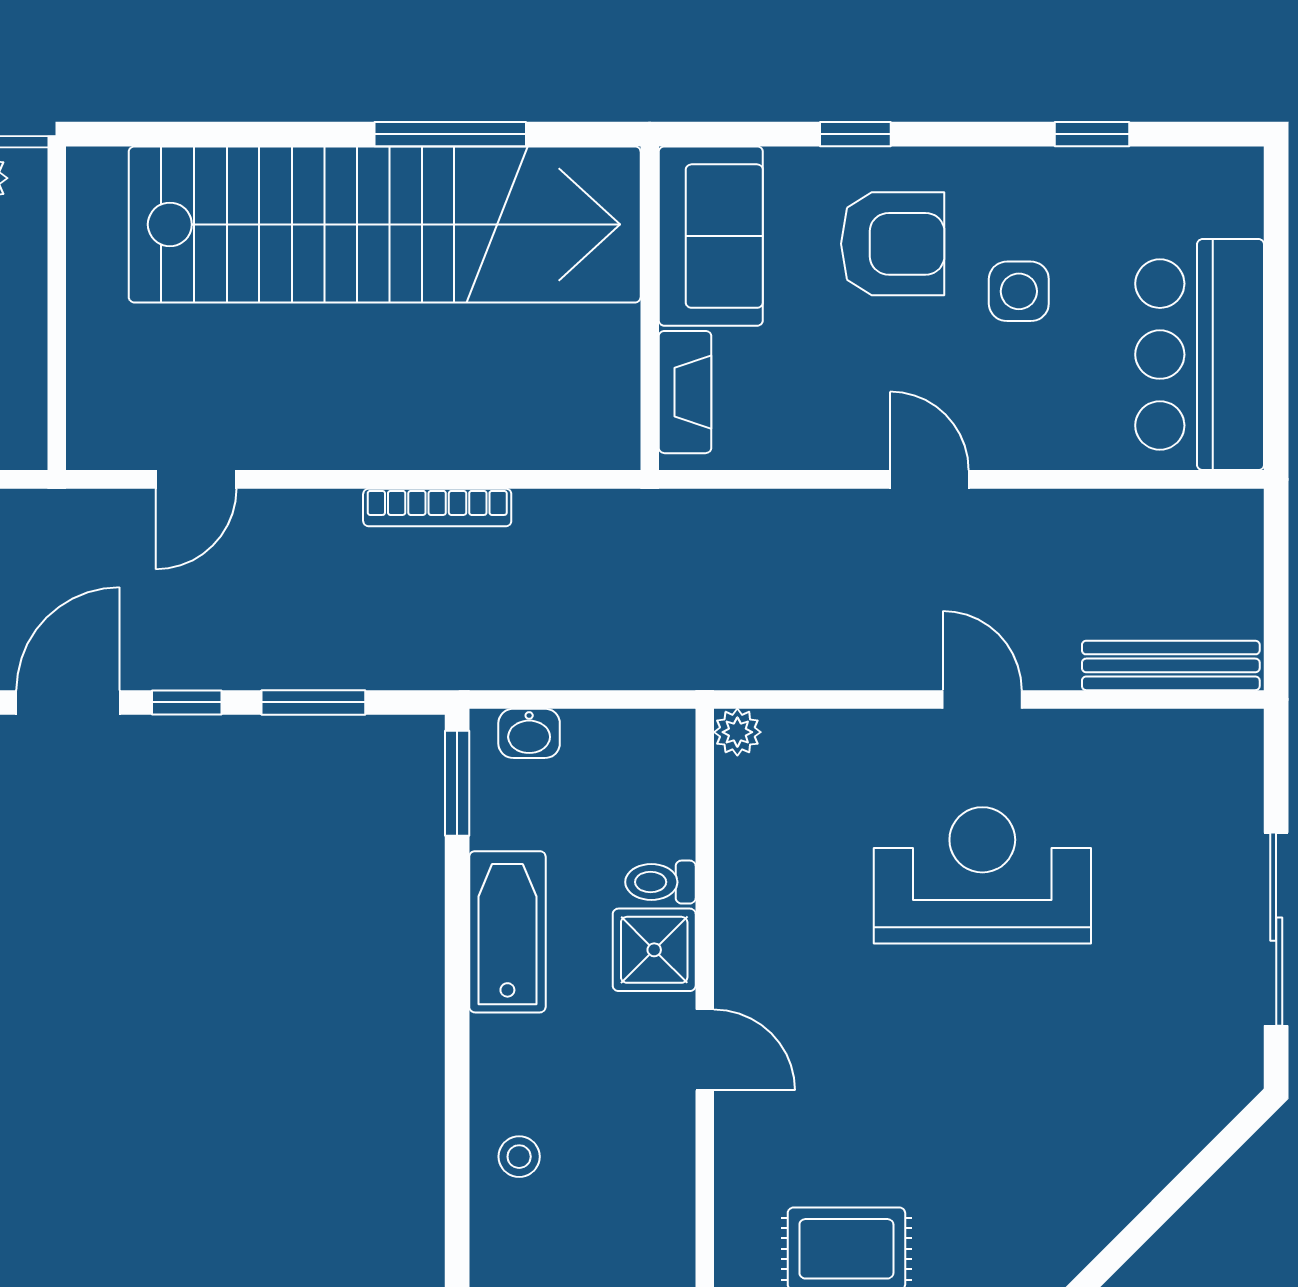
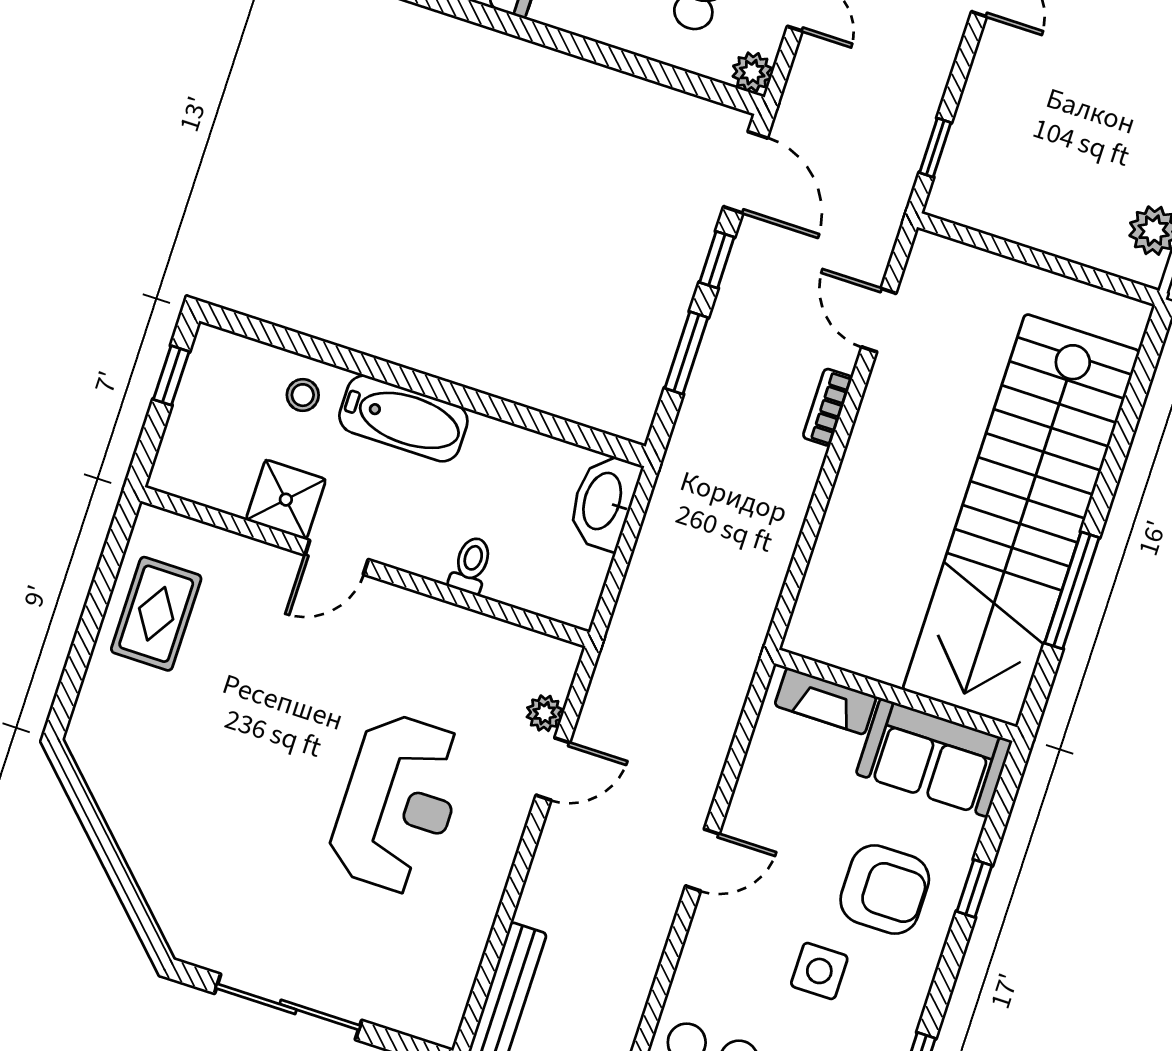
armchair: (893, 244) -> (885, 890), turned -90
bookcase: (437, 507) -> (828, 407), moved, width x0.64
door: (982, 699) -> (553, 769), moved
plant: (737, 732) -> (545, 713), moved
washbasin: (529, 733) -> (604, 502), width x1.91, depth x1.45
window: (457, 783) -> (592, 439), removed
bathtub: (507, 932) -> (403, 418), moved
shower: (654, 950) -> (286, 500), moved

